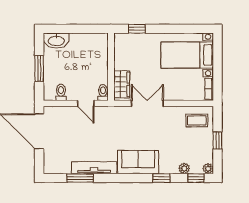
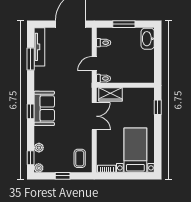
tv unit: (94, 168) -> (39, 47), moved
window: (161, 178) -> (31, 111), moved

